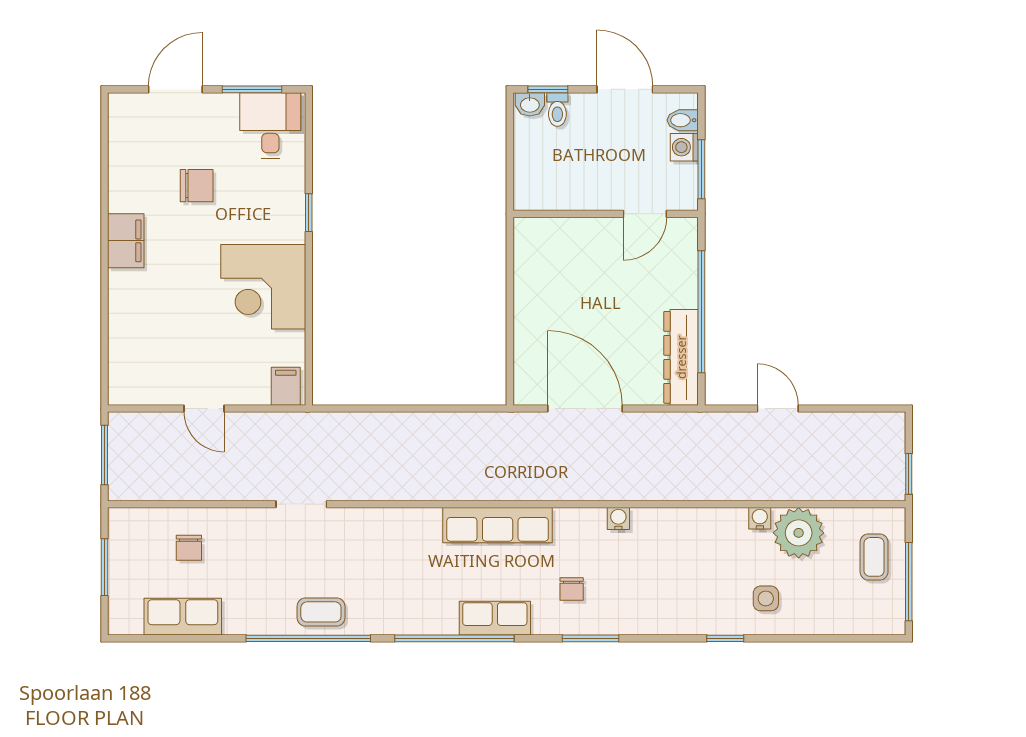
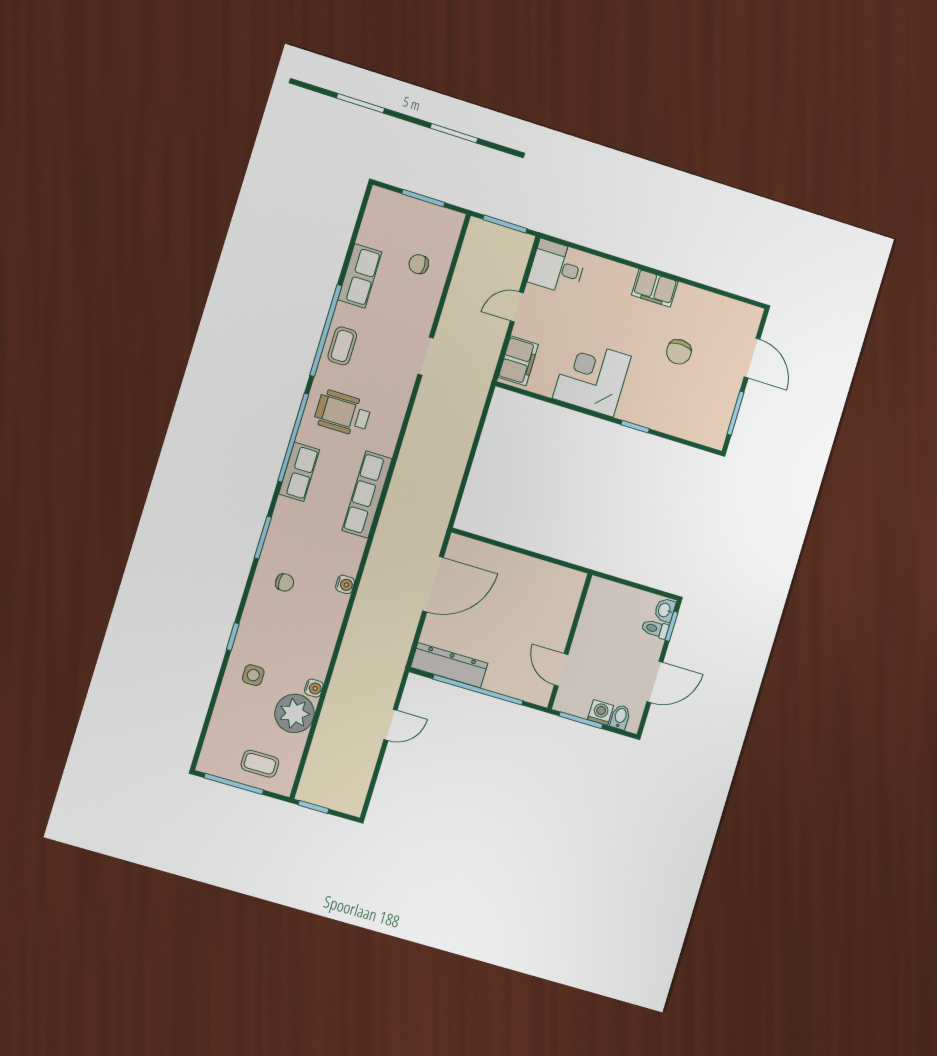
desk: (270, 125) -> (557, 267), moved, turned 180
filing cabinet: (286, 386) -> (518, 361), width x2.00
wheelchair: (405, 586) -> (343, 413), added
chair: (572, 589) -> (285, 582), moved, turned 180
row of seats: (183, 617) -> (360, 276), moved

